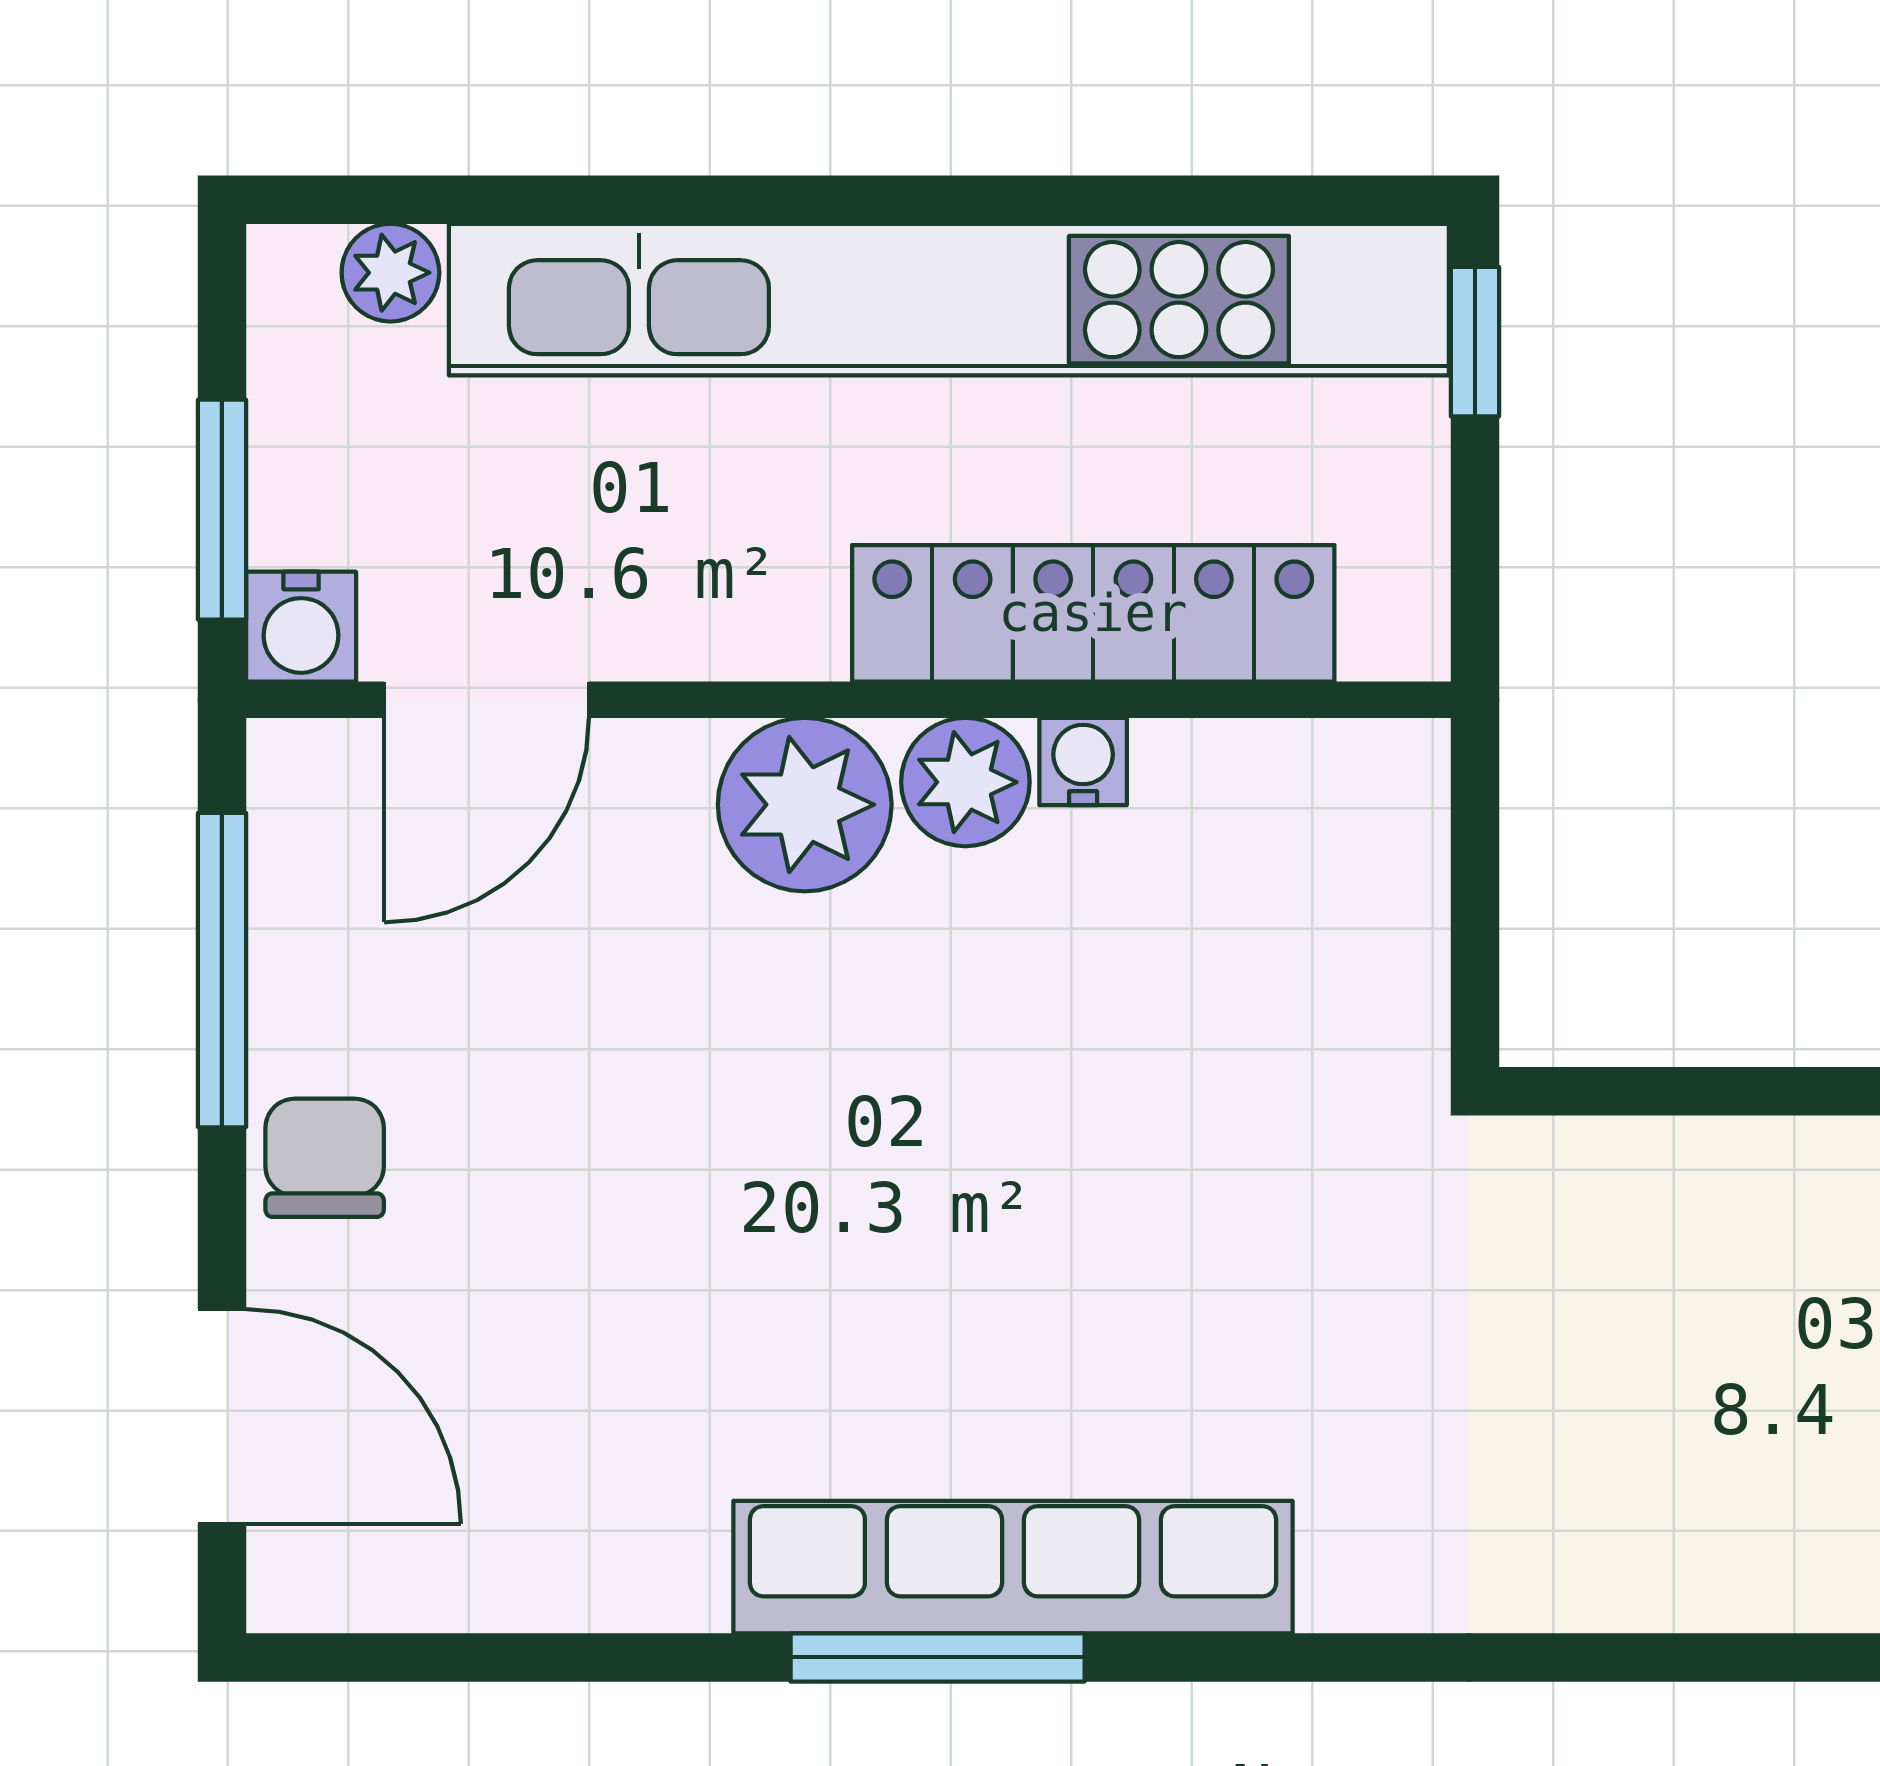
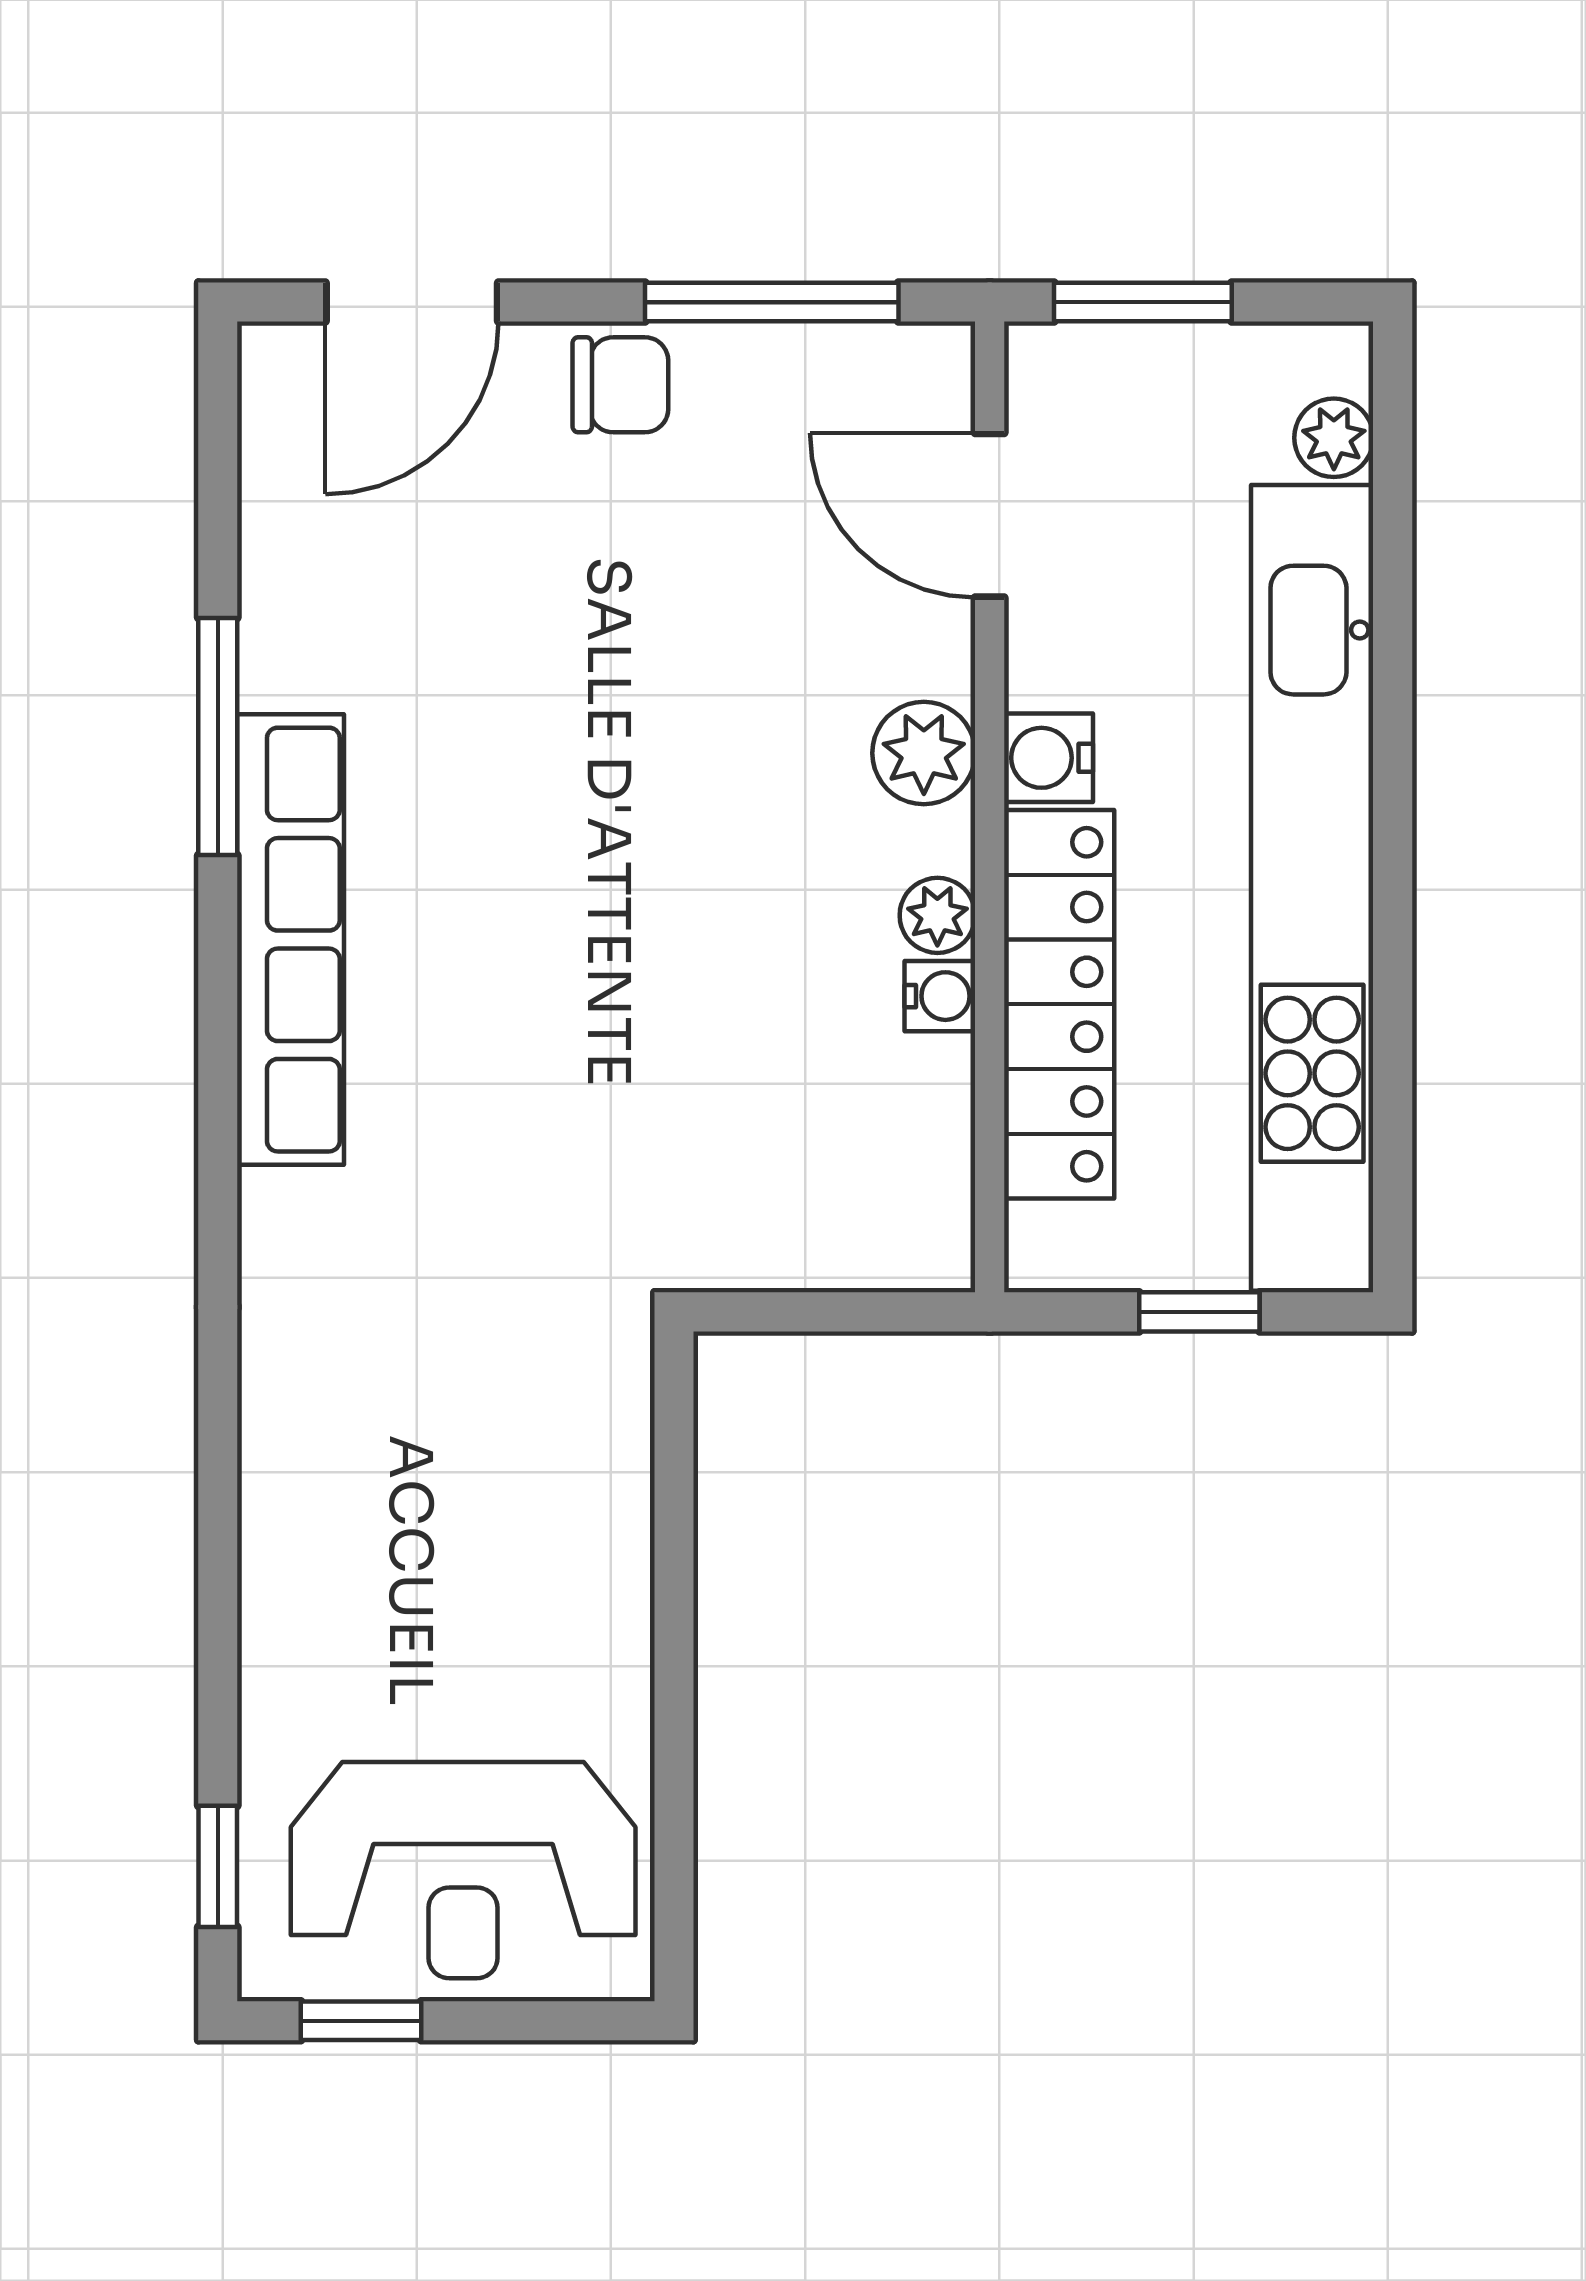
window: (1475, 342) -> (1199, 1312), moved
water cooler: (301, 627) -> (1049, 758), moved
plant: (965, 782) -> (937, 915), width x0.73, depth x0.73
plant: (805, 805) -> (924, 753), width x0.73, depth x0.73
window: (938, 1657) -> (218, 737), moved

